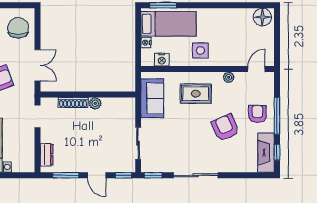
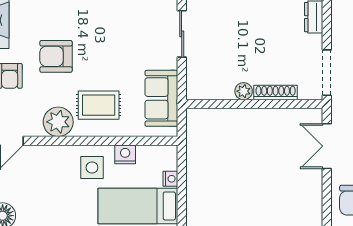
nightstand: (162, 60) -> (125, 154), moved
plant: (229, 77) -> (58, 122), width x1.88, depth x1.88
doorway: (38, 116) -> (327, 73), width x1.38
armchair: (225, 128) -> (56, 56), turned 114

